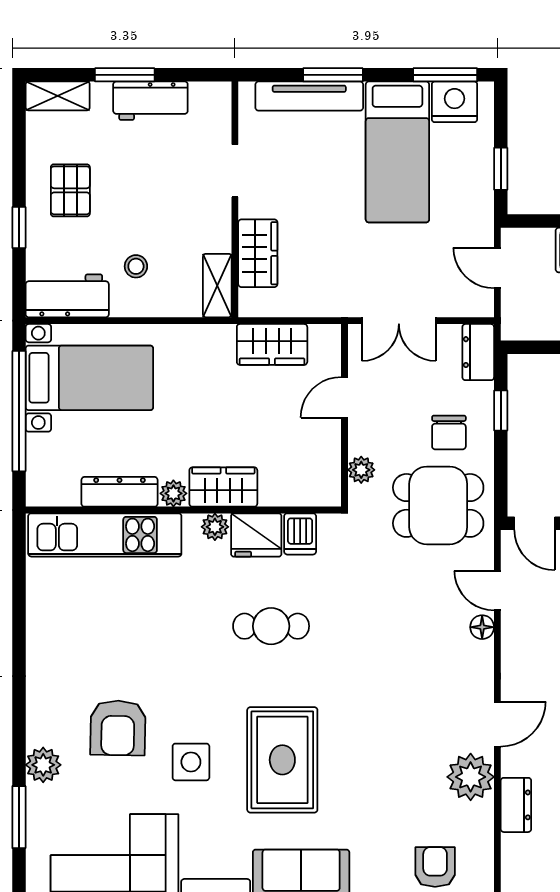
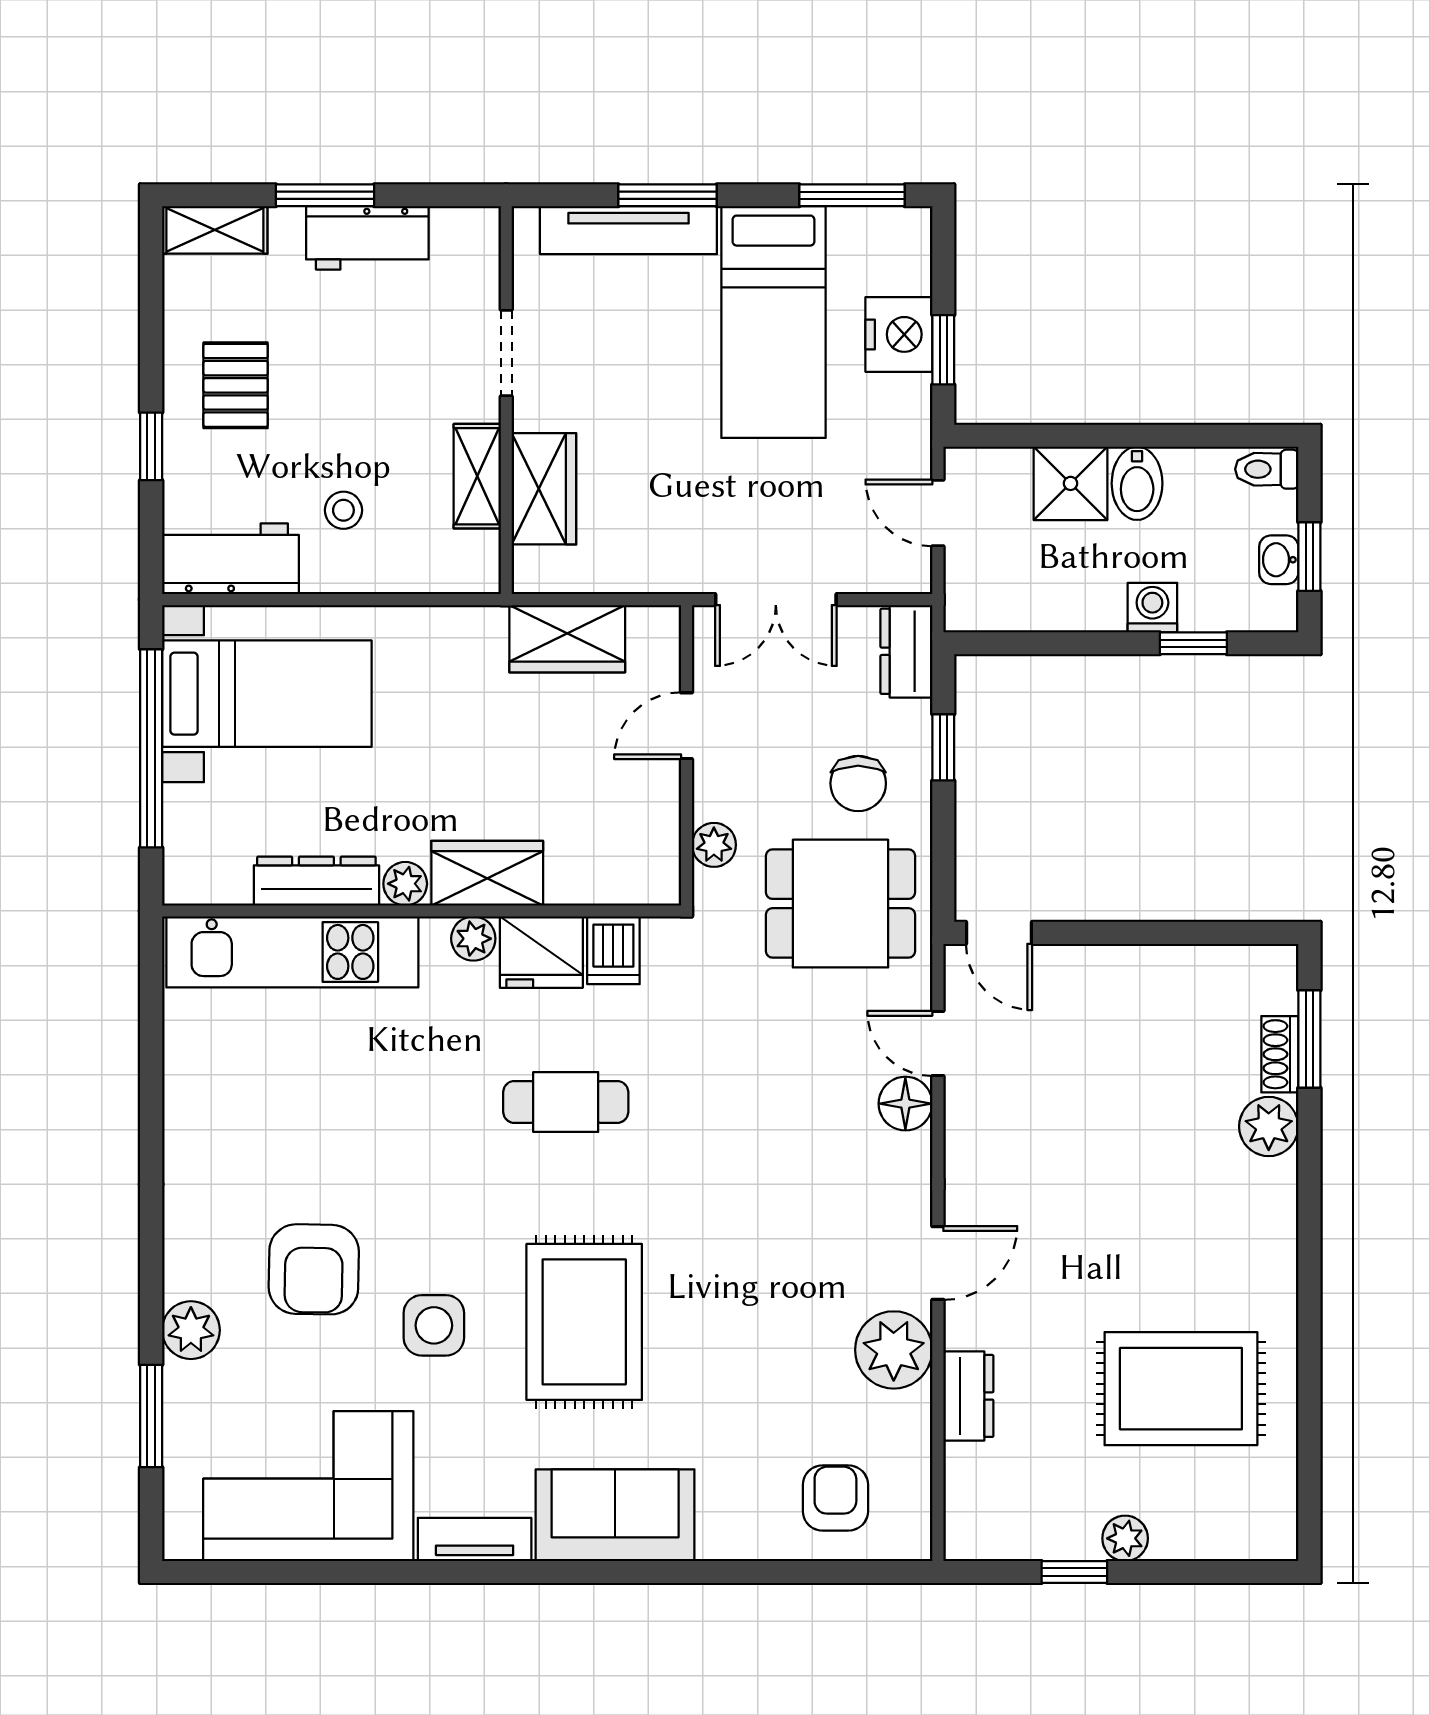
nightstand: (454, 102) -> (899, 334), moved, turned 90
shelving: (217, 286) -> (477, 476), moved
floor lamp: (482, 627) -> (905, 1104), width x1.37, depth x1.37

